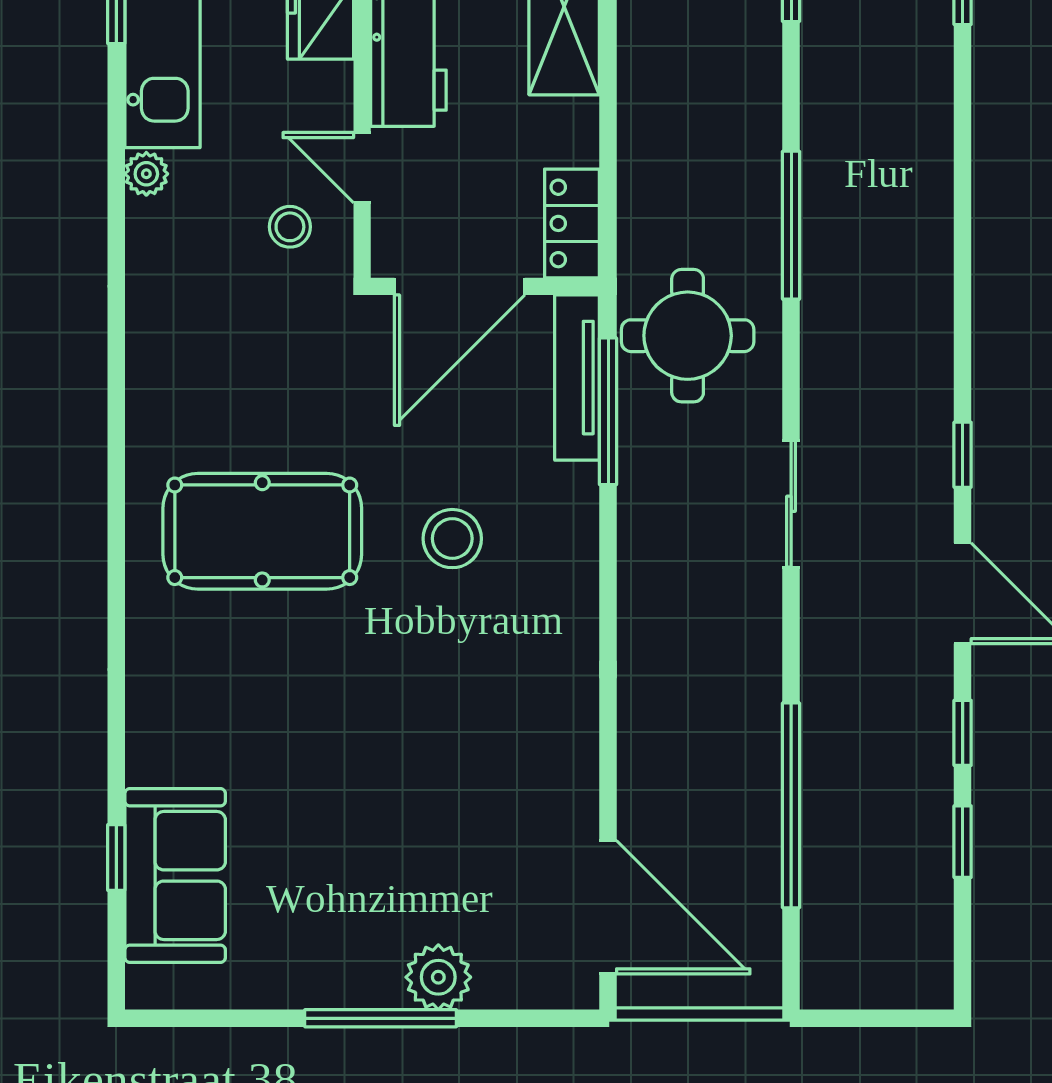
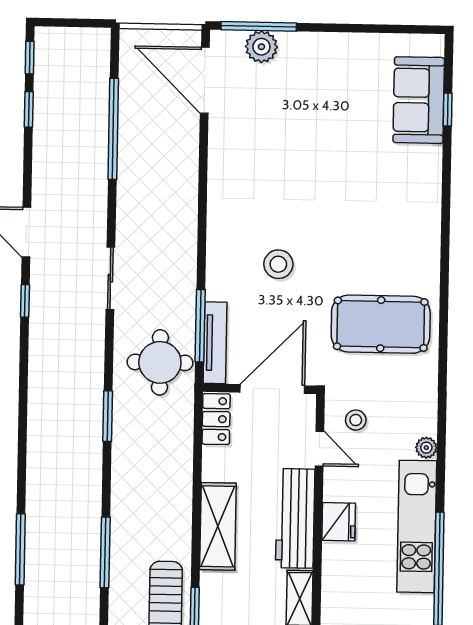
window: (791, 225) -> (108, 416), width x0.69
pool table: (262, 531) -> (381, 324), moved
window: (963, 733) -> (30, 58), moved
plant: (438, 977) -> (261, 47), moved
window: (381, 1018) -> (259, 26), moved

